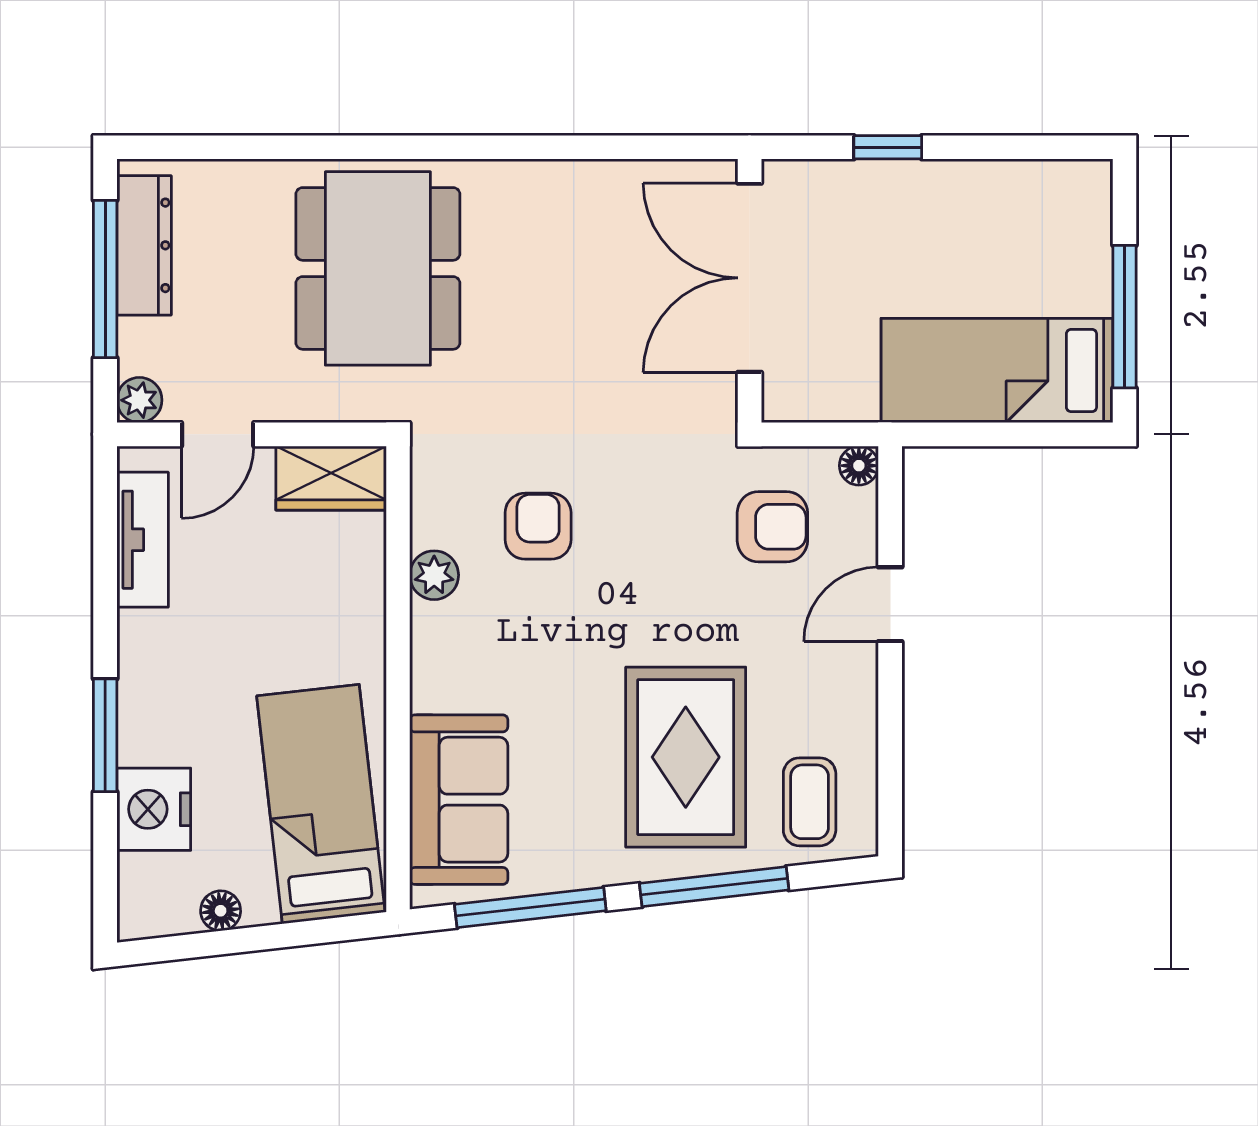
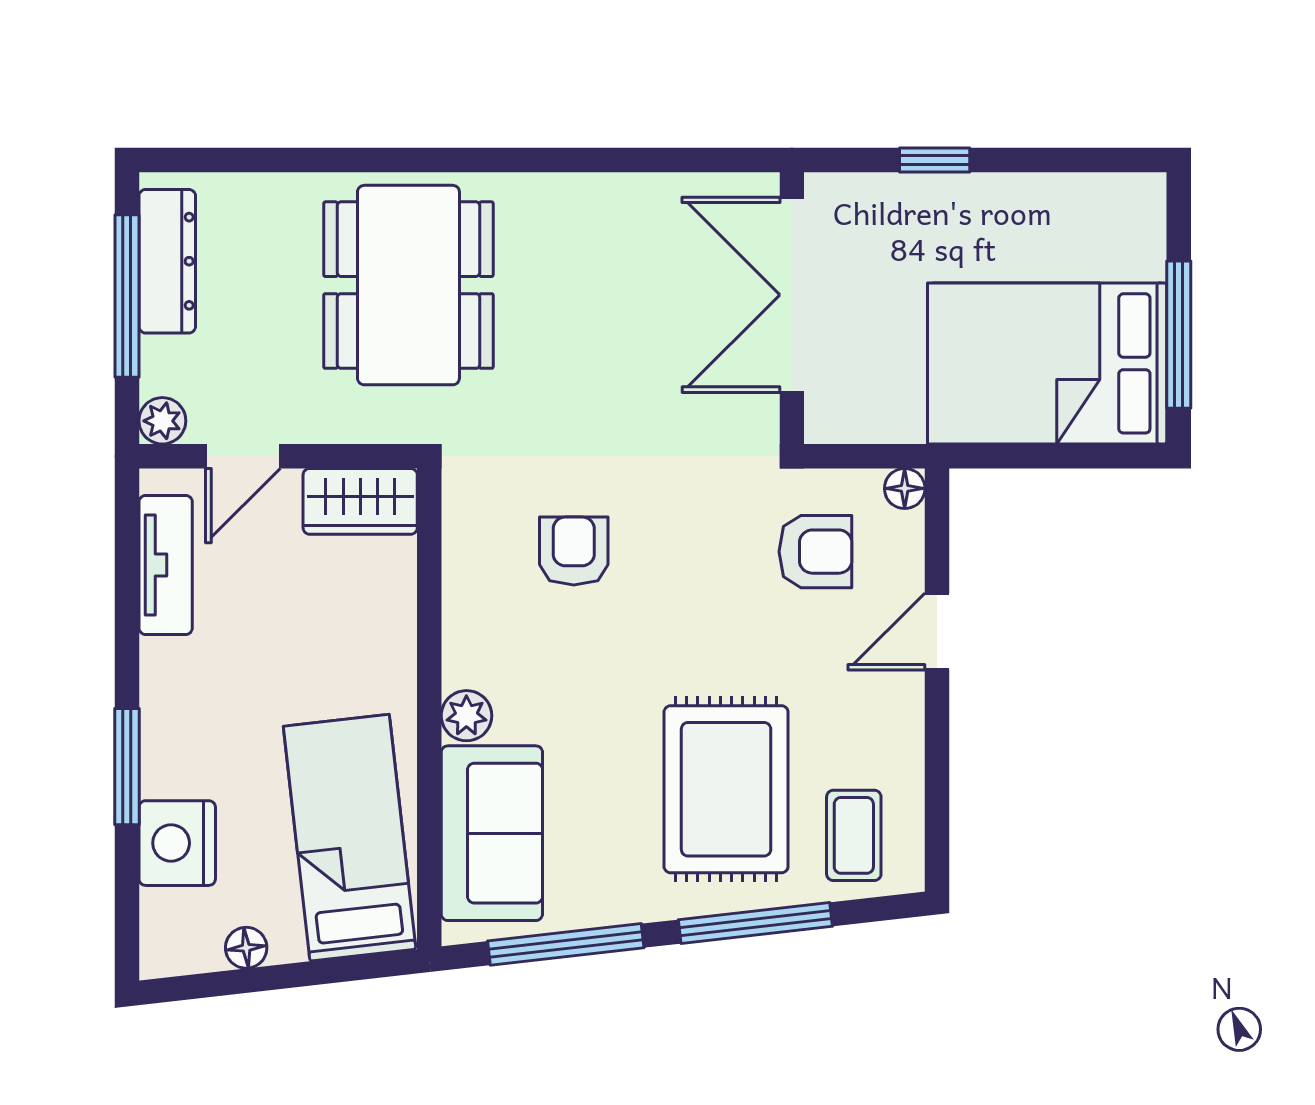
bed: (997, 370) -> (1047, 363), width x1.50
plant: (434, 575) -> (466, 716), moved

